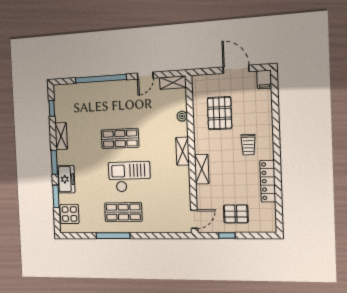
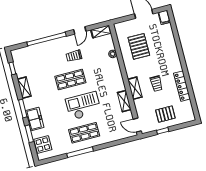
trolley: (131, 108) -> (74, 56), added
trolley: (248, 145) -> (156, 83), moved
shelving: (183, 151) -> (124, 101), moved
door: (194, 219) -> (137, 125), swing flipped

